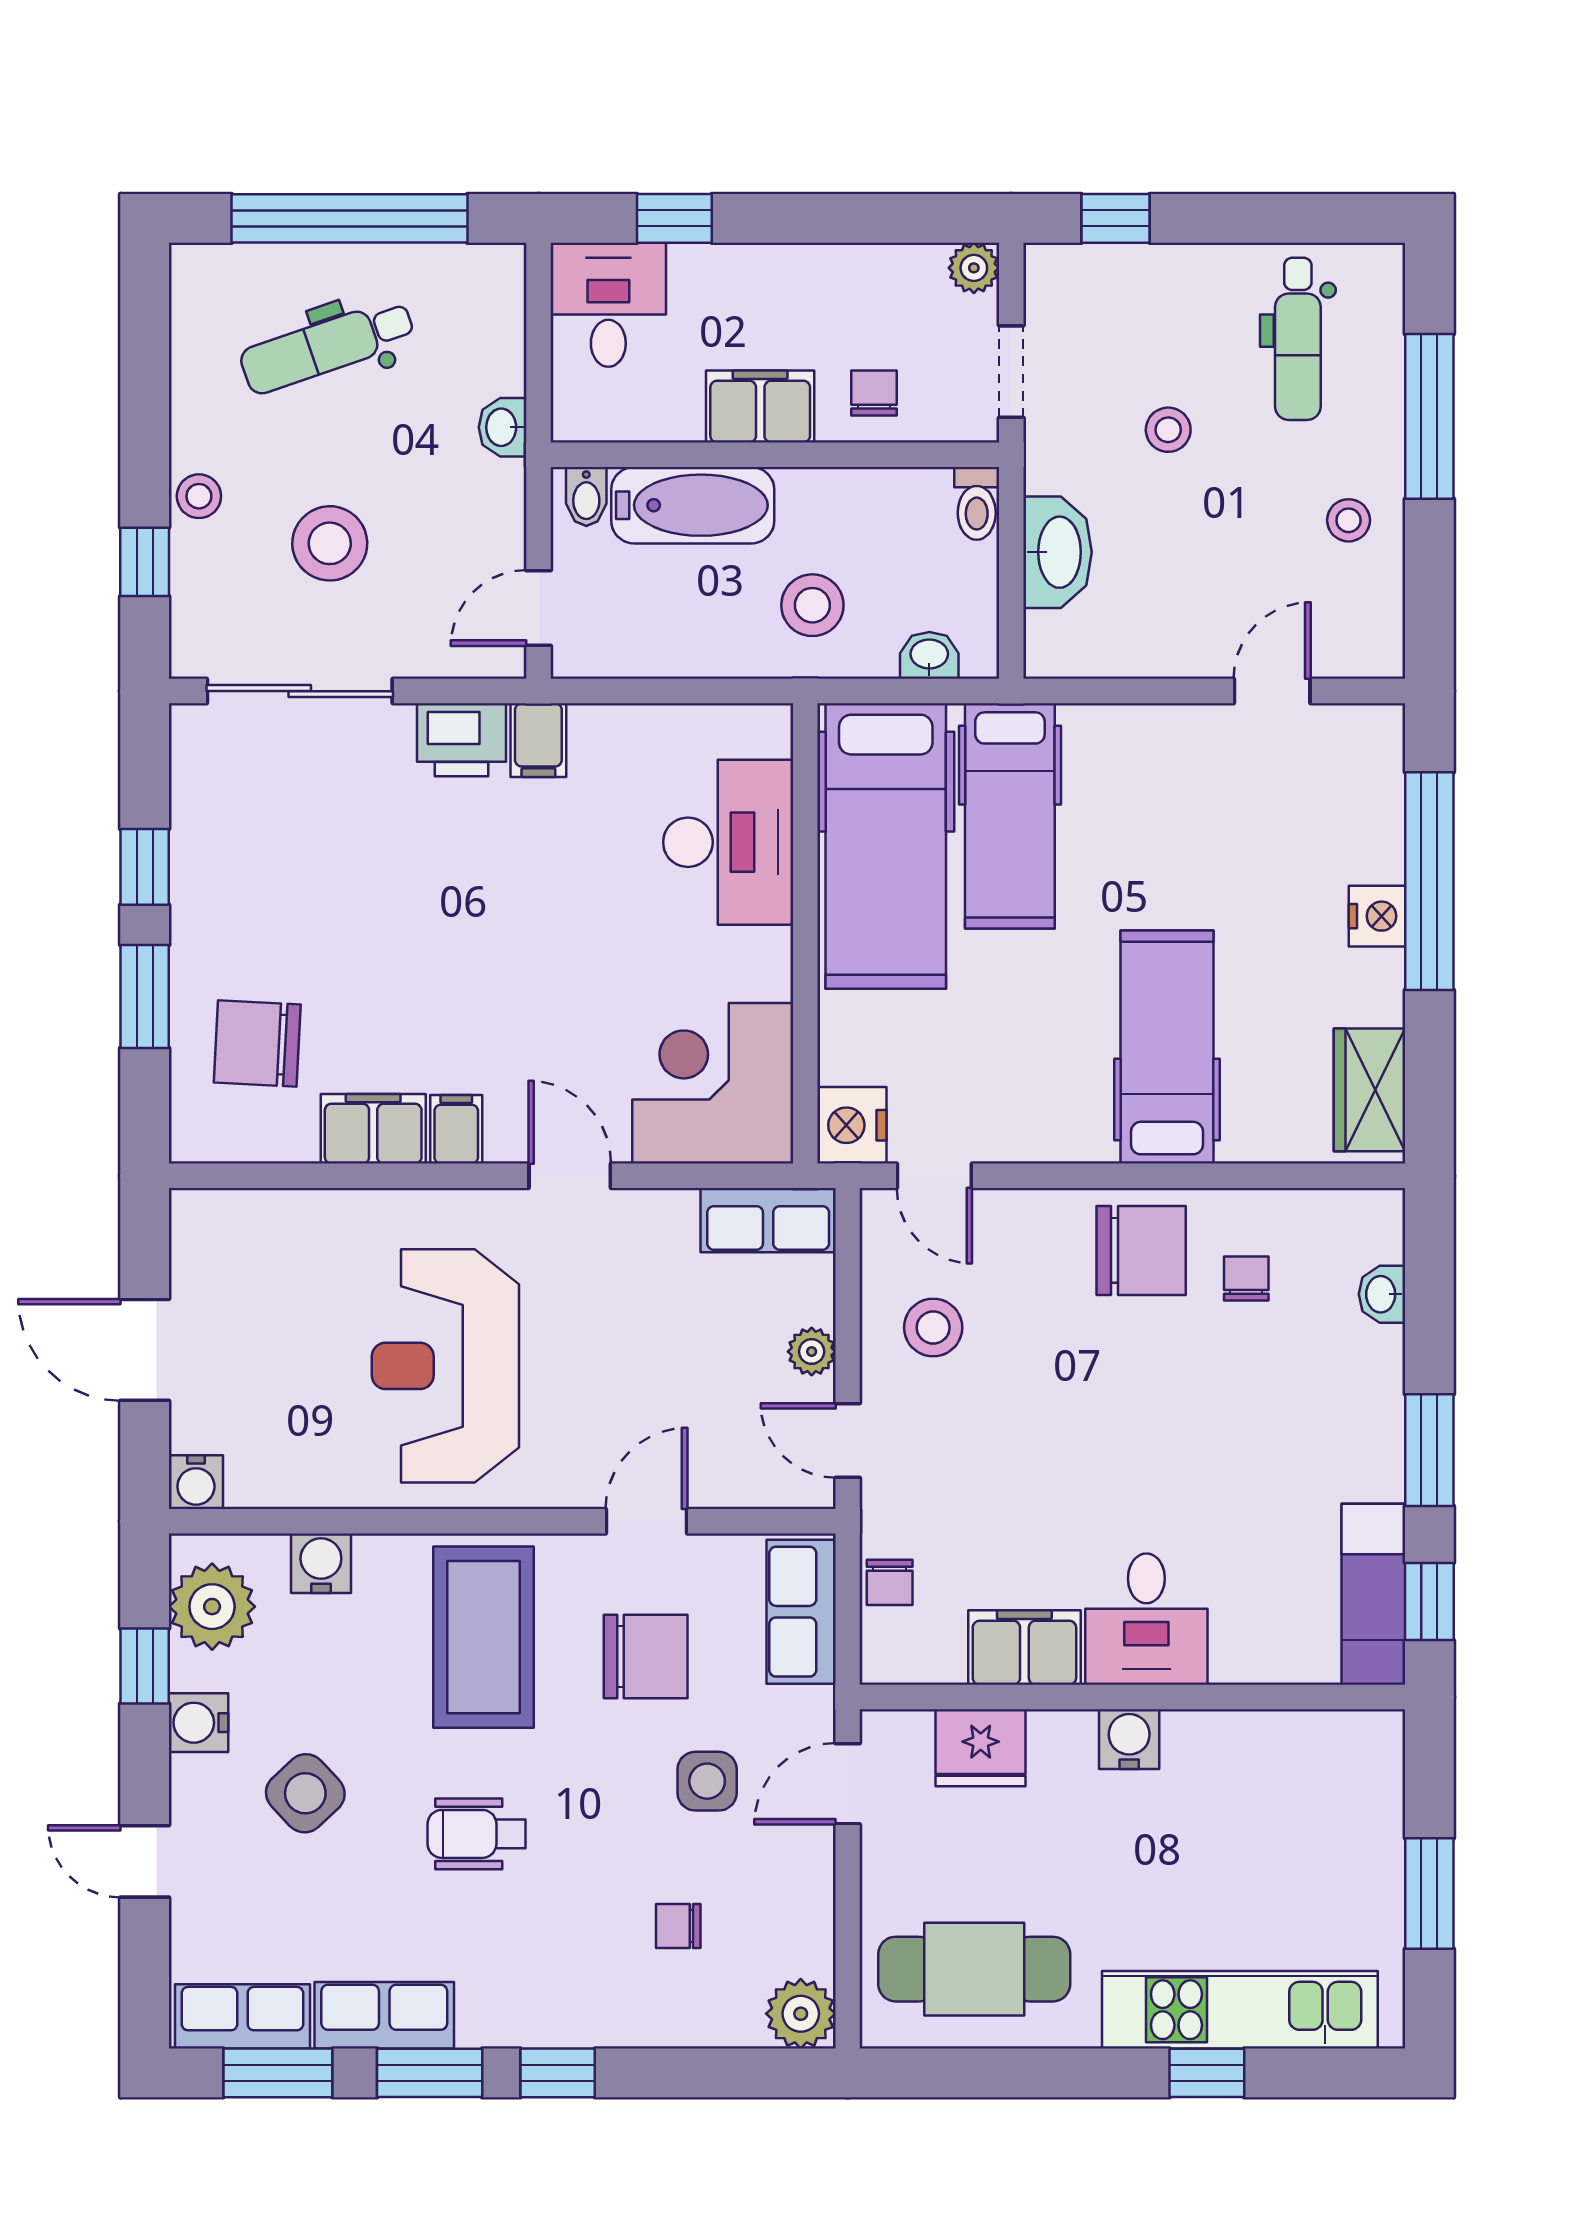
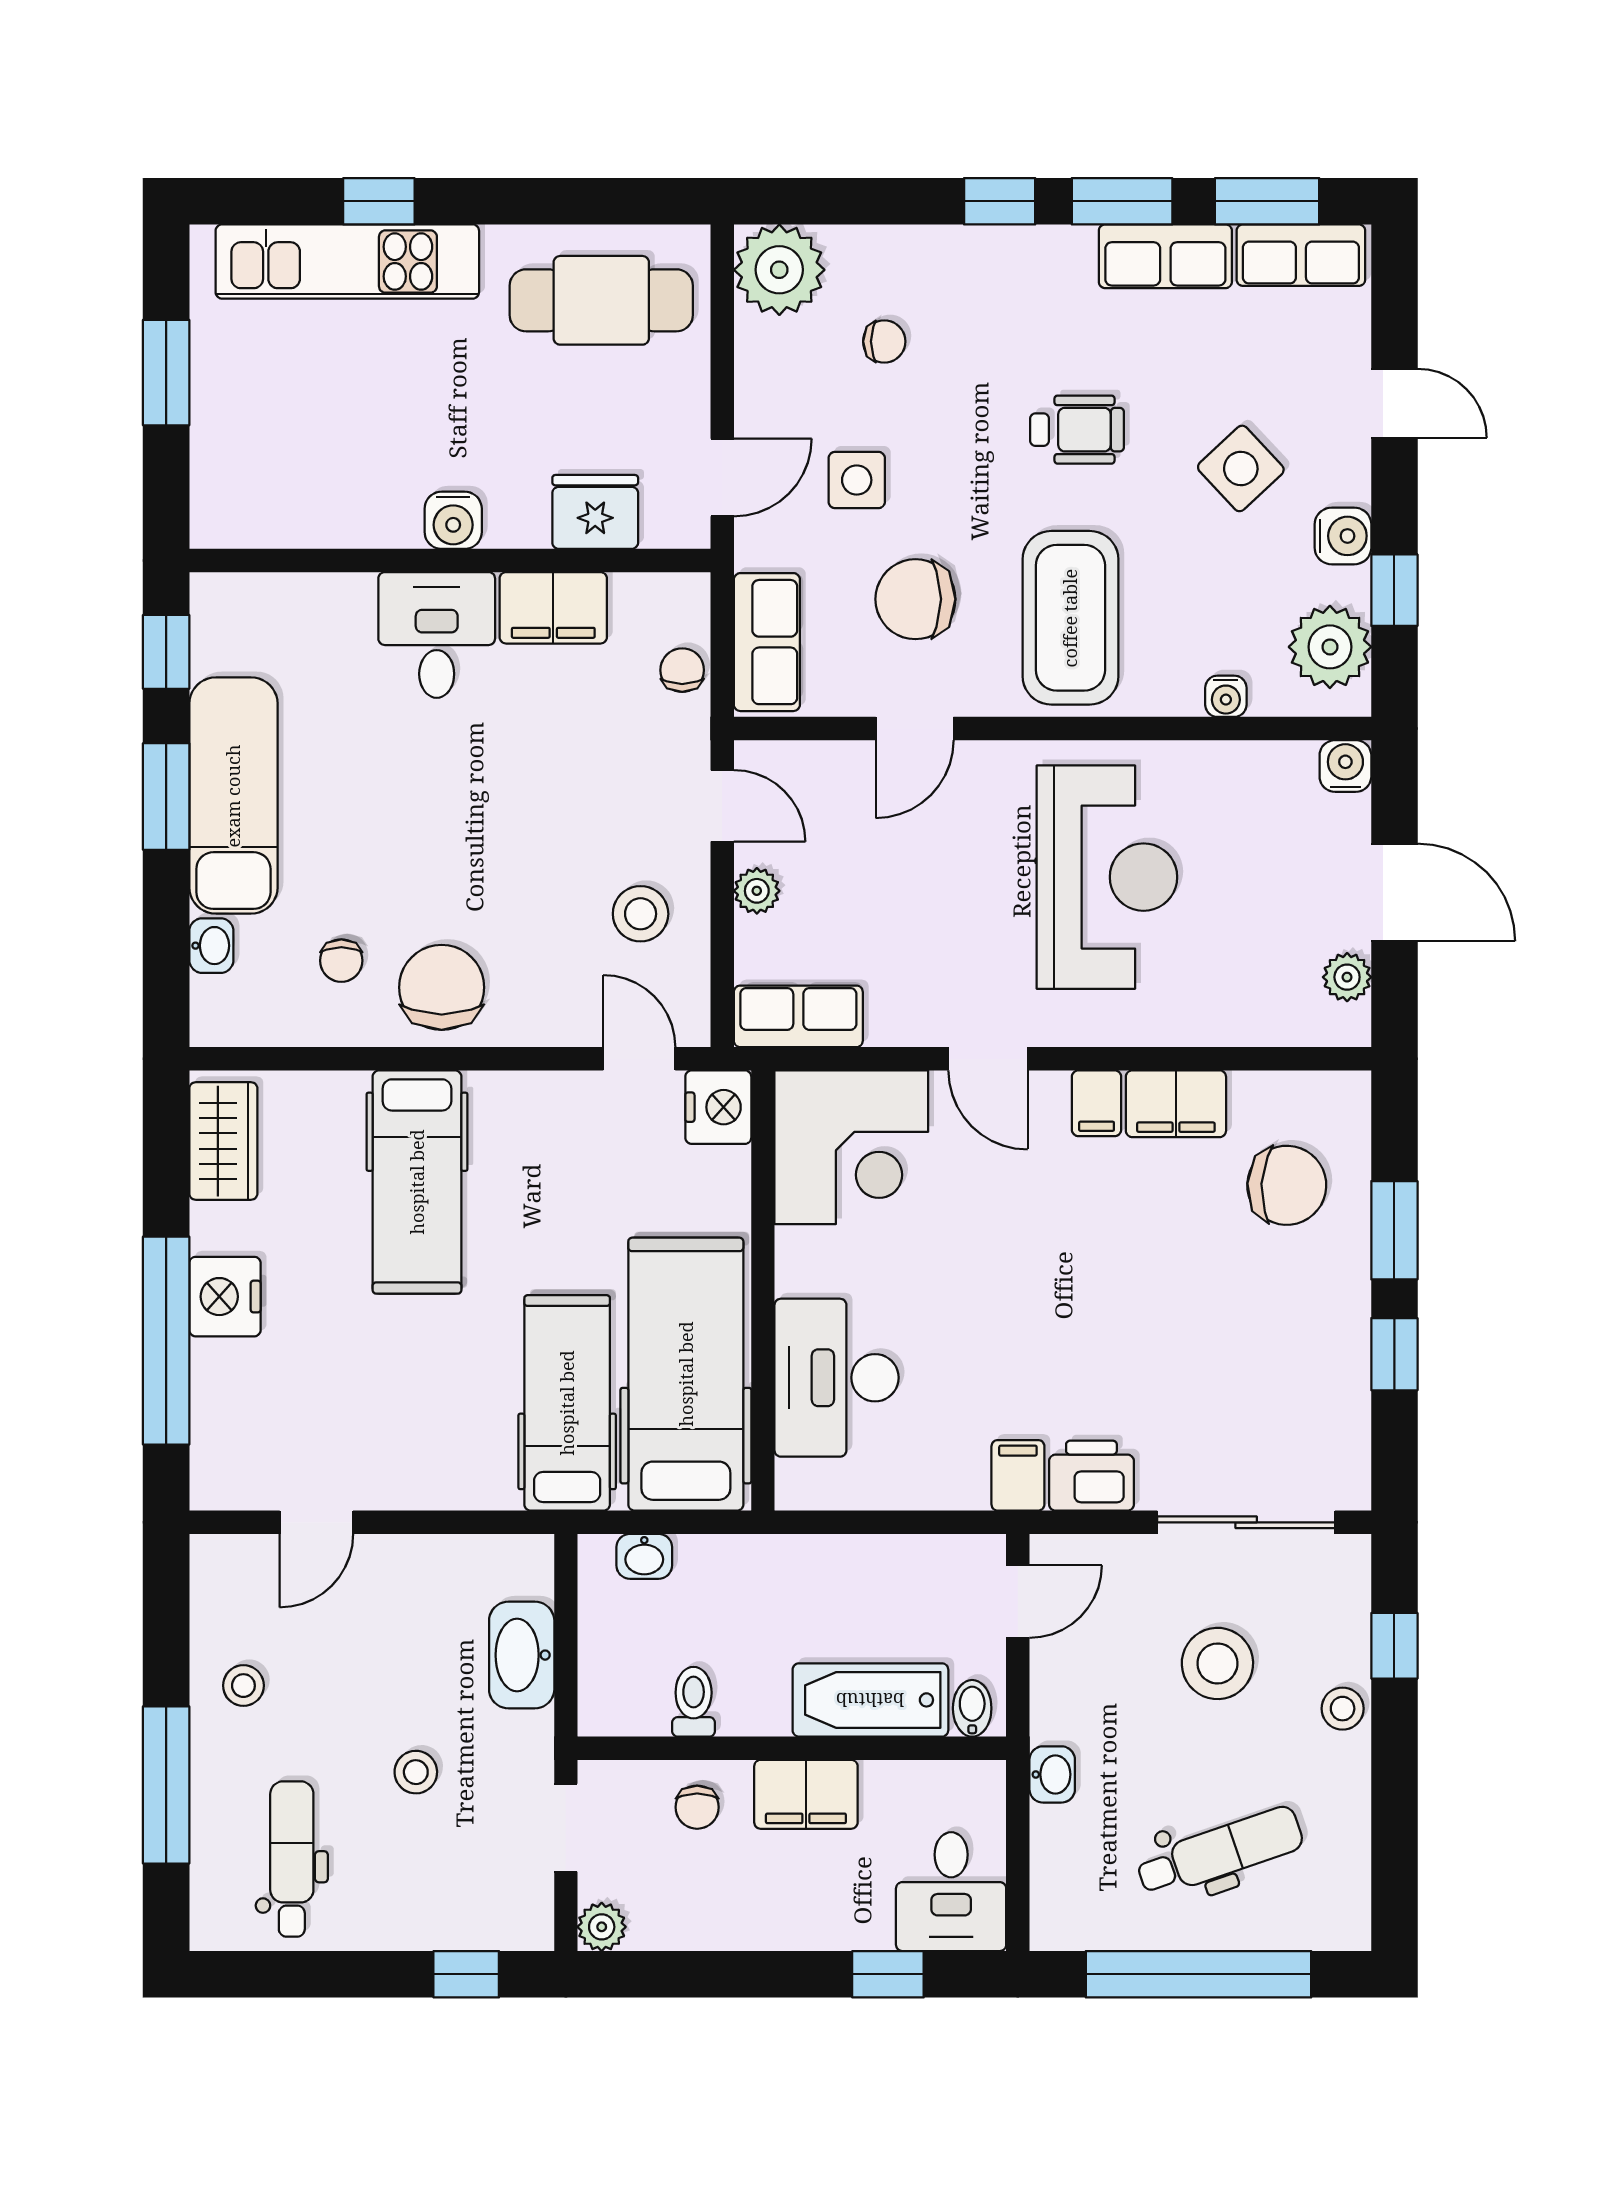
toilet: (977, 503) -> (694, 1702), moved
stool: (812, 605) -> (756, 1604), removed
nightstand: (1377, 916) -> (225, 1297), width x1.36, depth x1.33
chair: (1141, 1251) -> (442, 987), turned 90
plant: (194, 1261) -> (1347, 977), added
water cooler: (321, 1563) -> (1226, 696), width x0.72, depth x0.72
exam couch: (1373, 1594) -> (233, 796), moved, width x1.36, depth x1.45
plant: (801, 2014) -> (779, 270), width x1.36, depth x1.36

